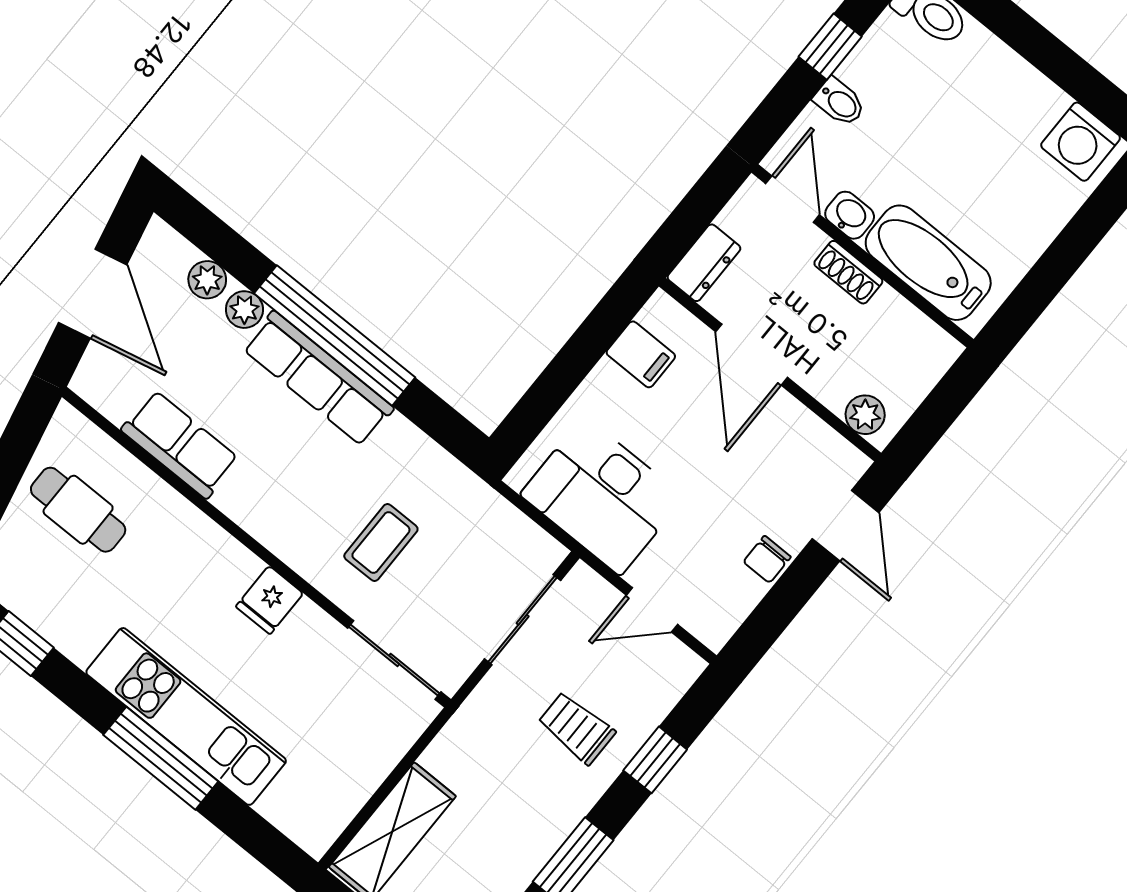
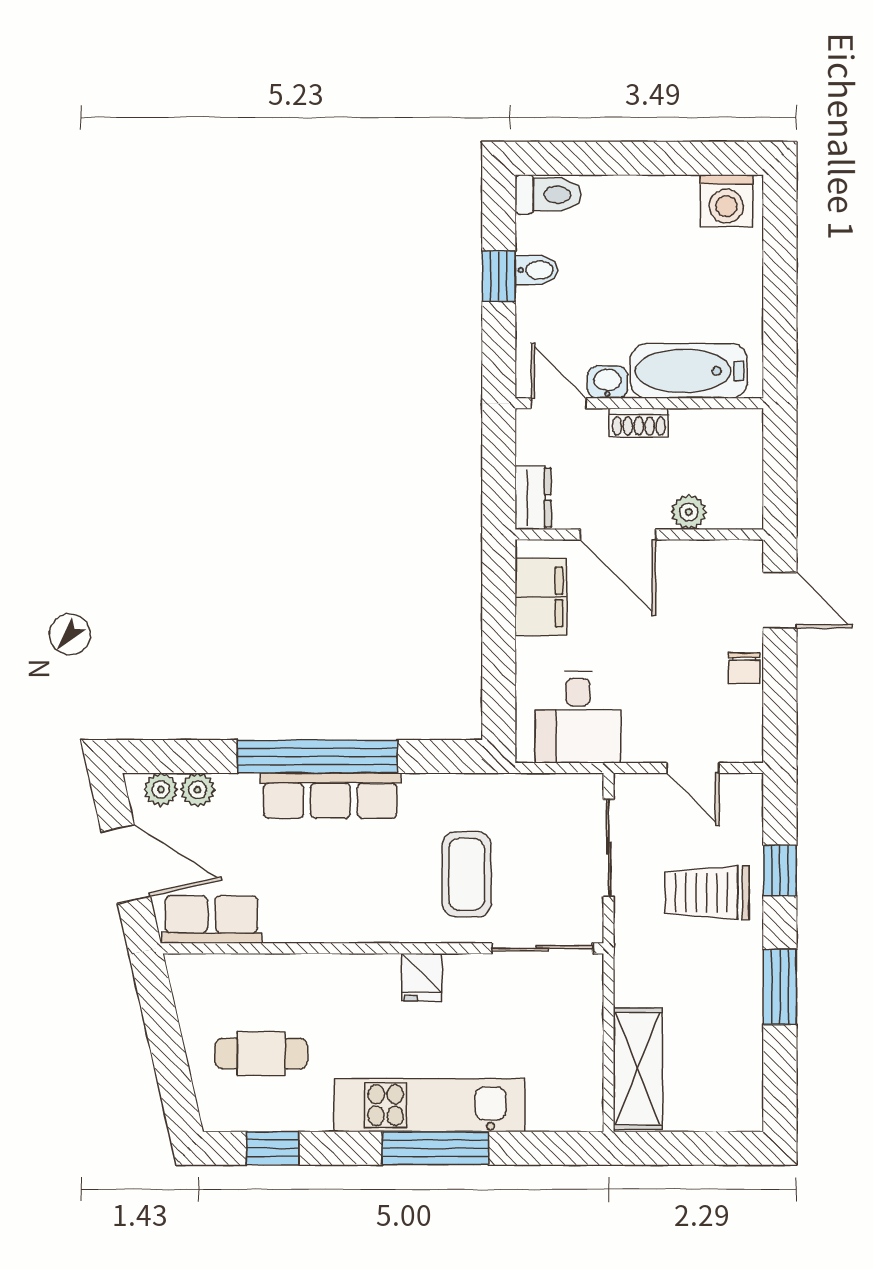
bidet: (840, 102) -> (537, 270), moved
plant: (244, 310) -> (161, 789), moved
filing cabinet: (641, 354) -> (541, 597), width x2.00
plant: (865, 415) -> (689, 512), moved
row of seats: (180, 444) -> (212, 919), moved
desk: (602, 496) -> (578, 717), width x0.73
cafe table: (78, 510) -> (261, 1054), moved
coffee table: (381, 543) -> (467, 874), width x1.36, depth x1.30
door: (652, 610) -> (693, 768), hinge flipped
trolley: (576, 728) -> (707, 893), width x1.36, depth x1.39

